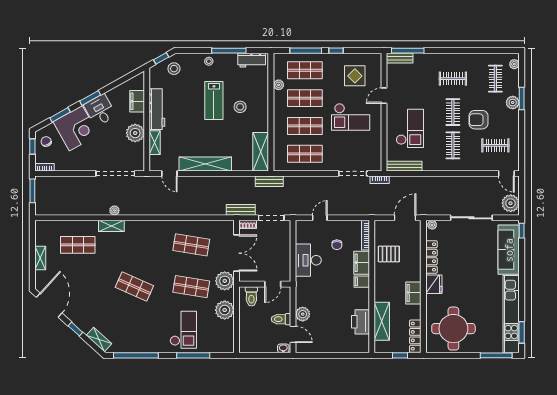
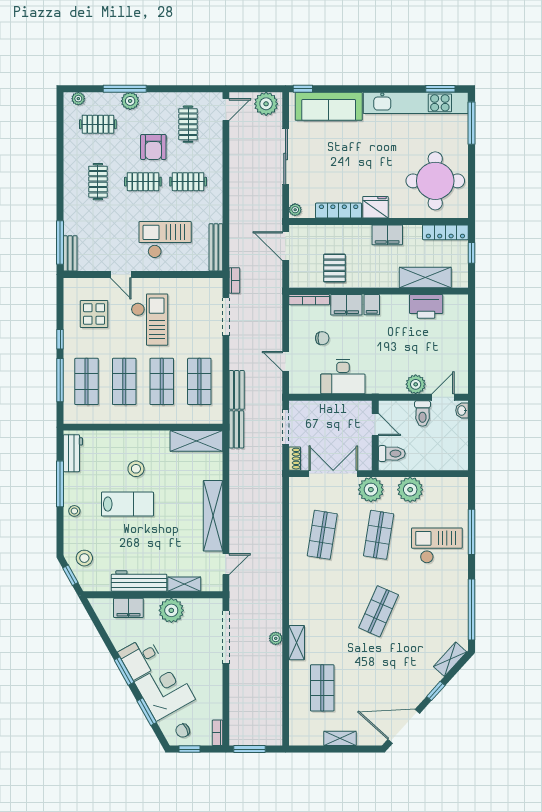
plant: (279, 85) -> (106, 417), removed
window: (522, 99) -> (125, 89), width x1.44
bench: (241, 210) -> (237, 390), moved

